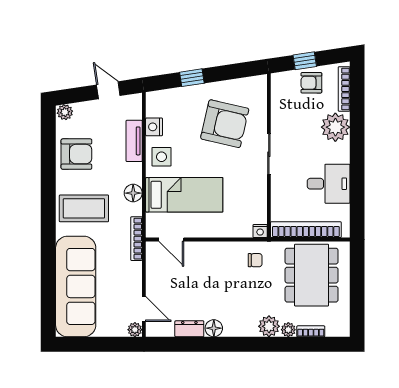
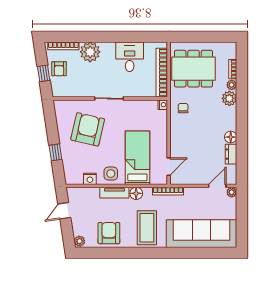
tv unit: (134, 141) -> (114, 193), moved

